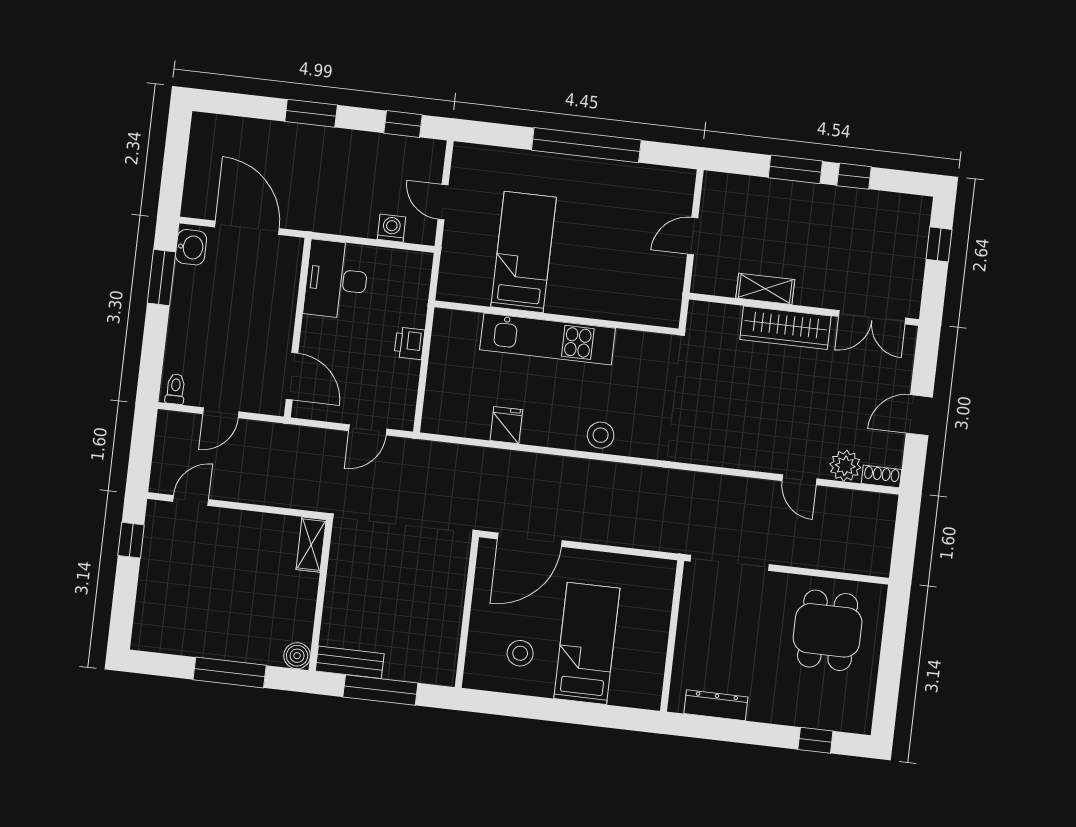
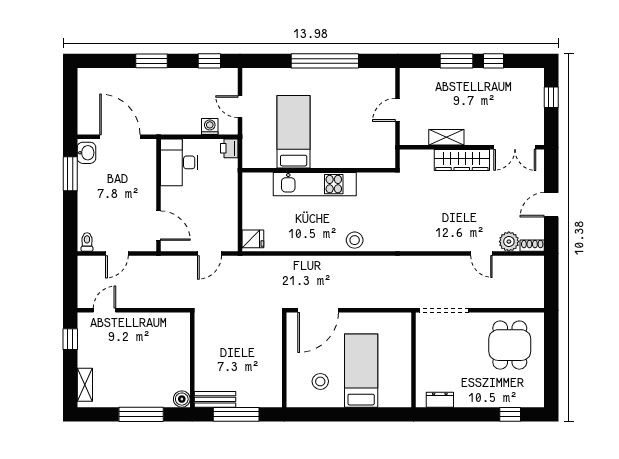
printer: (409, 343) -> (229, 148), moved
fridge: (506, 425) -> (253, 239), moved, turned 90
shelving: (311, 545) -> (85, 385), moved
dresser: (716, 705) -> (440, 400), width x0.70

